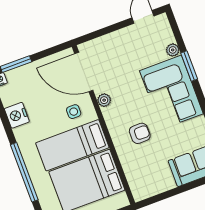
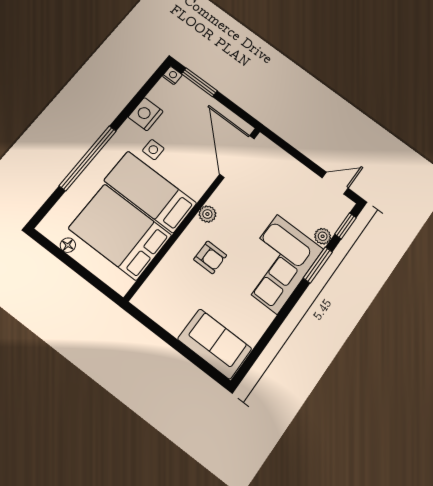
window: (176, 30) -> (345, 226), added
plant: (104, 100) -> (207, 214), moved
side table: (74, 112) -> (153, 150), moved

